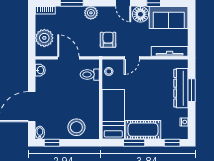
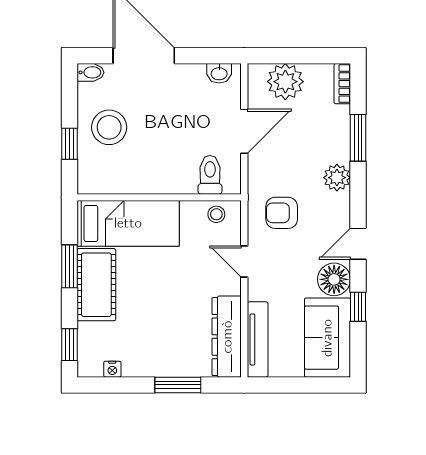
armchair: (108, 40) -> (282, 213), turned 180
dresser: (181, 88) -> (227, 337), moved, turned -90
stool: (76, 127) -> (109, 127), moved
window: (52, 143) -> (69, 144), moved

